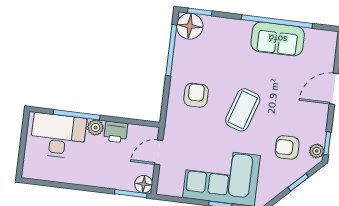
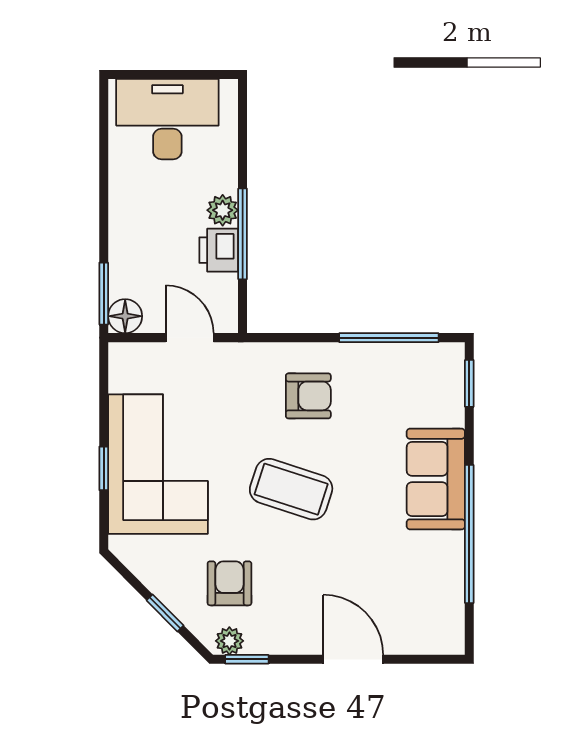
floor lamp: (190, 26) -> (440, 367), removed
sofa: (278, 39) -> (436, 479), moved
window: (77, 115) -> (243, 234), moved
desk: (58, 136) -> (167, 119), moved, turned -90

